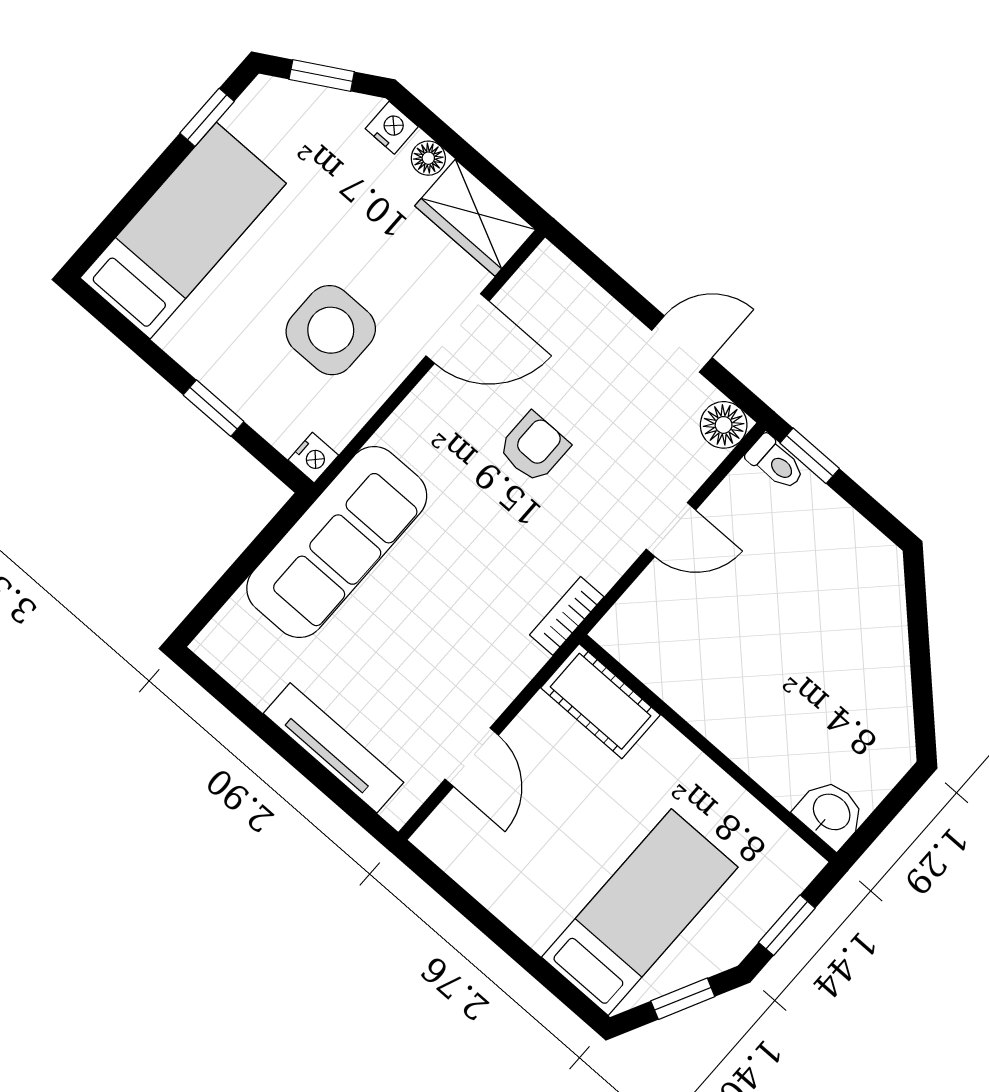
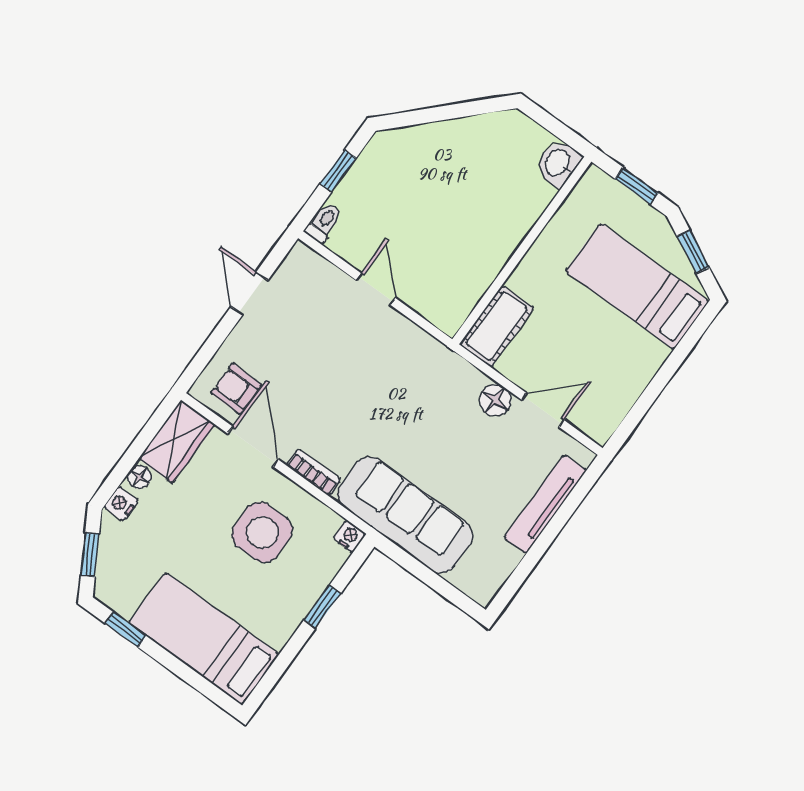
floor lamp: (724, 425) -> (495, 400), moved
armchair: (534, 447) -> (236, 389), moved
window: (810, 456) -> (338, 171), moved
bookcase: (567, 616) -> (314, 472), moved, turned 180

